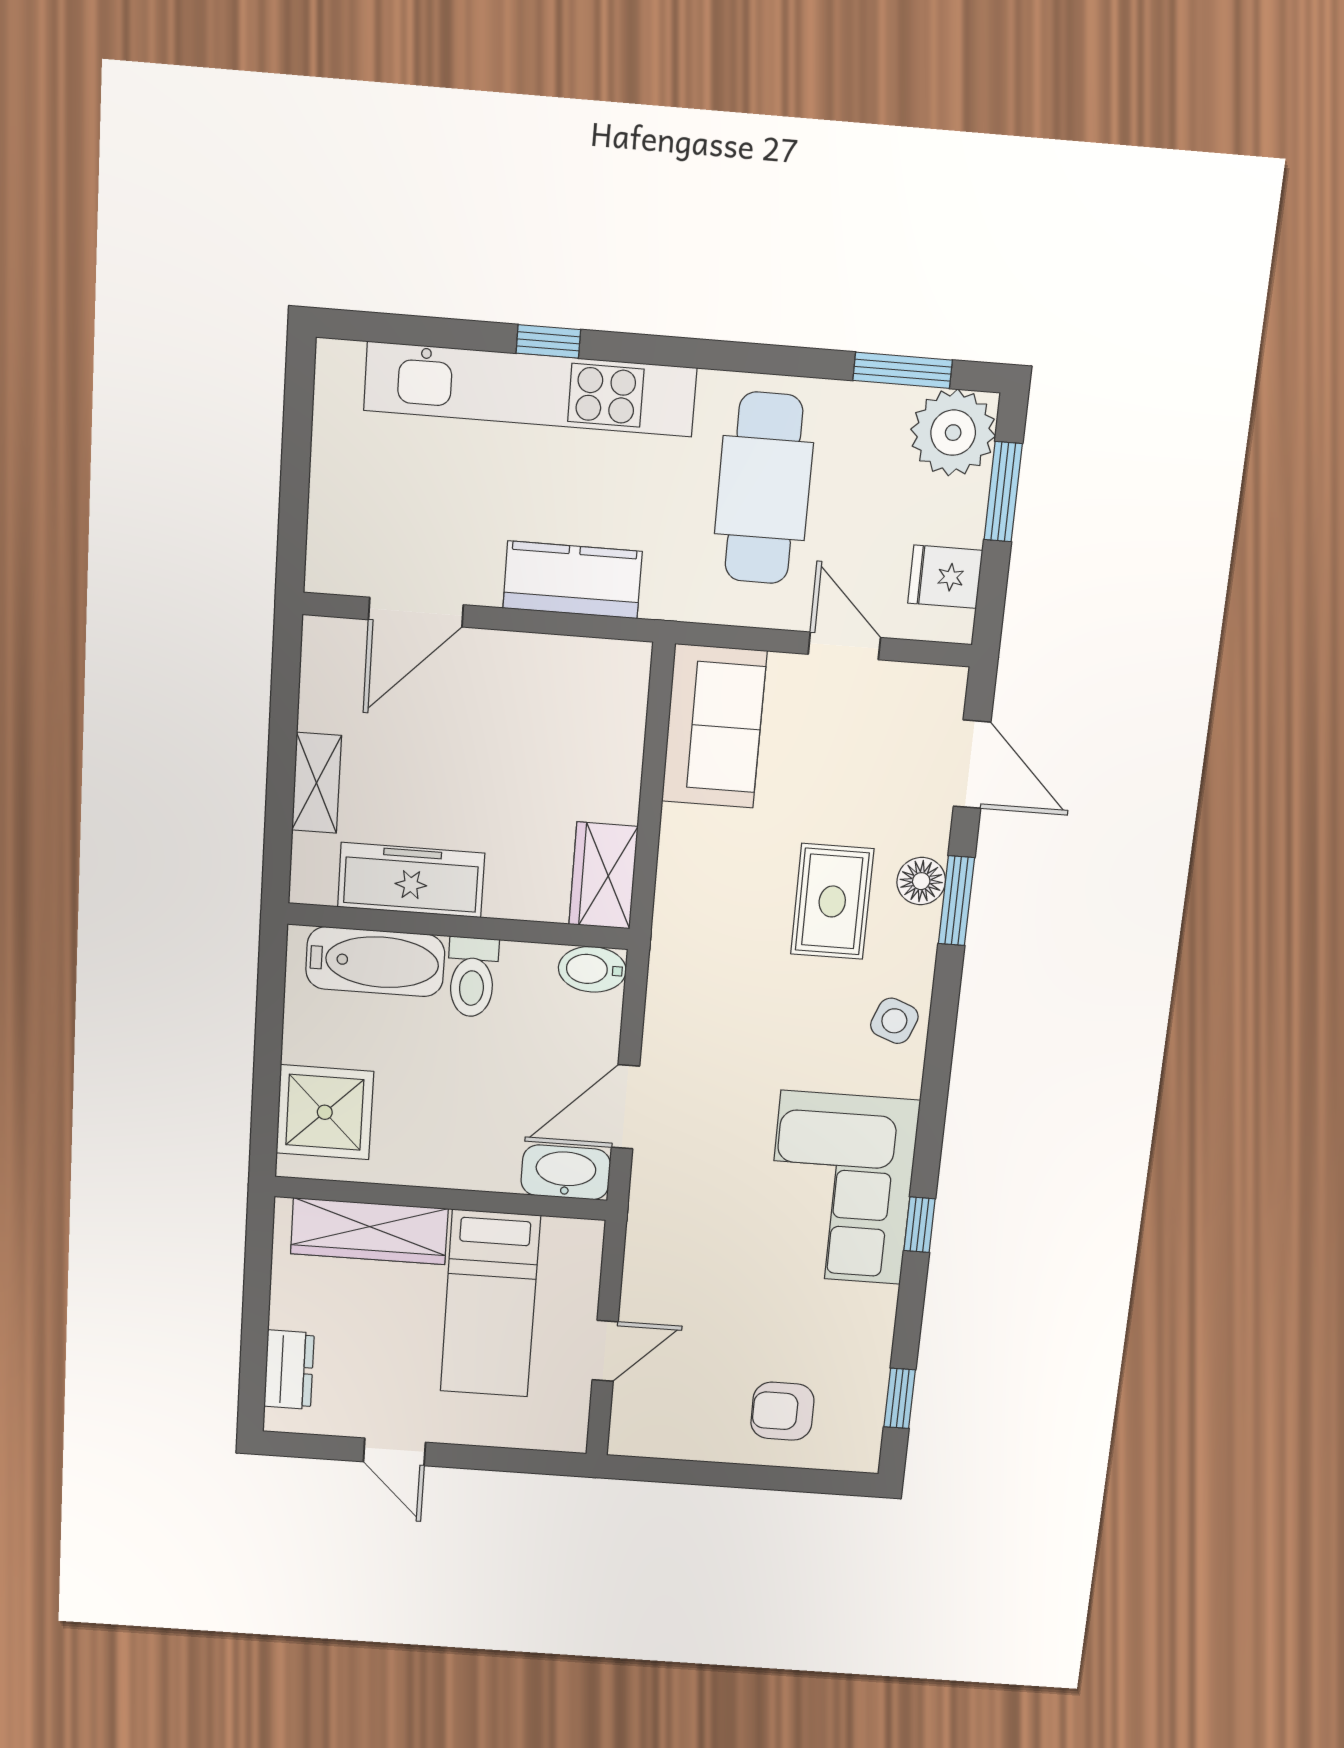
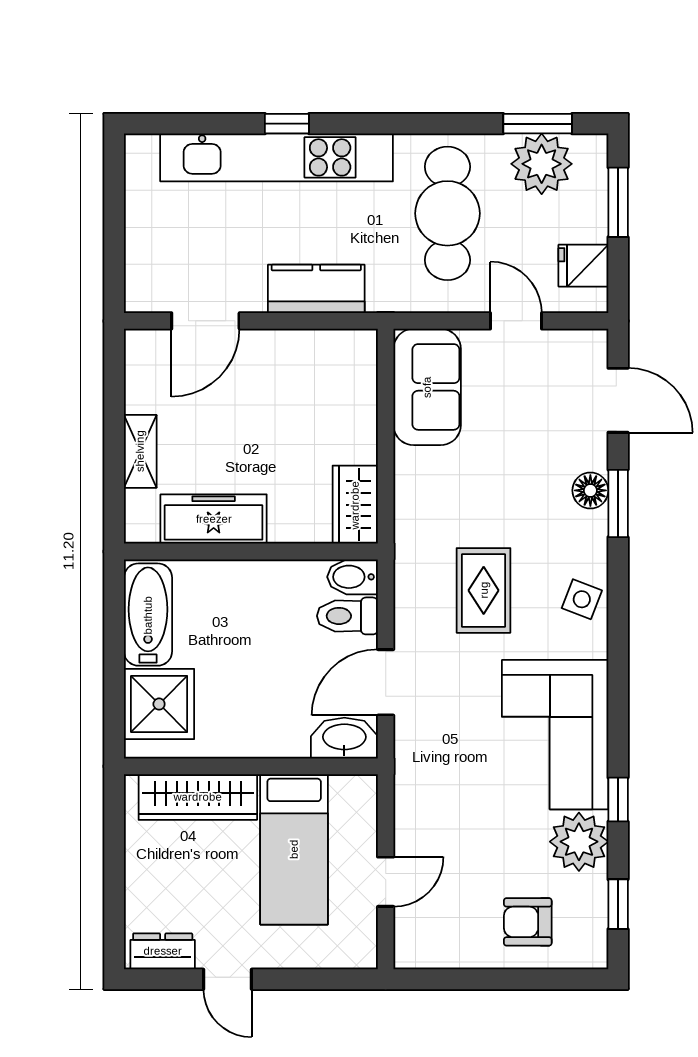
plant: (953, 433) -> (542, 164), moved
rug: (832, 902) -> (484, 590), moved
bathtub: (375, 962) -> (148, 615), moved, turned -90
toilet: (472, 977) -> (347, 616), moved, turned 90
window: (919, 1225) -> (618, 800), moved
plant: (858, 1320) -> (579, 842), added
dresser: (289, 1370) -> (163, 951), moved, turned -90

